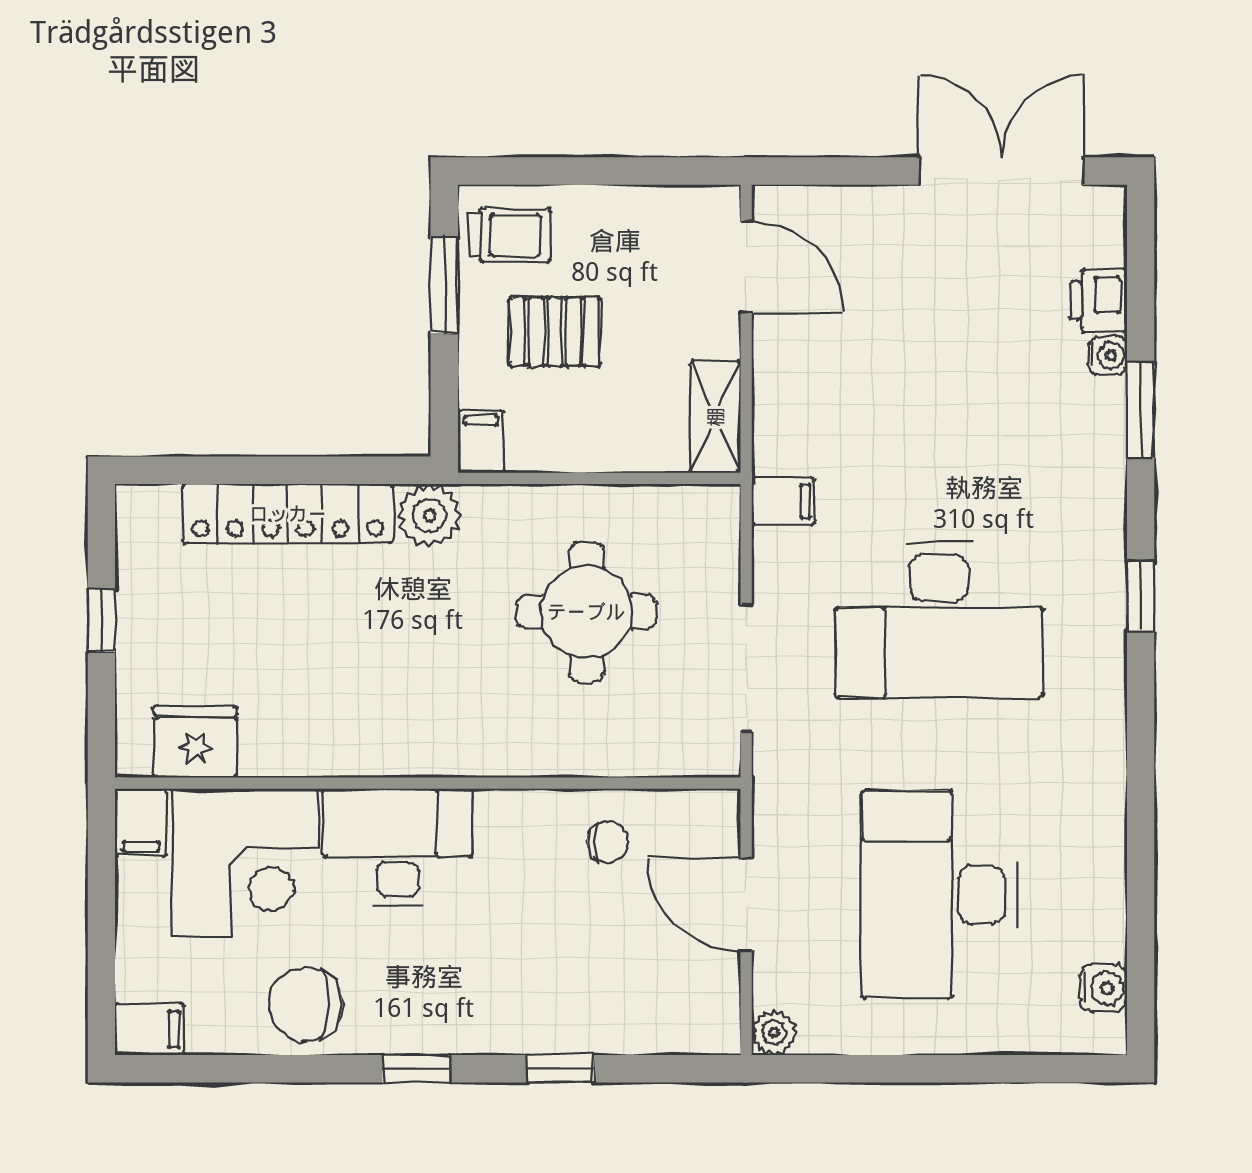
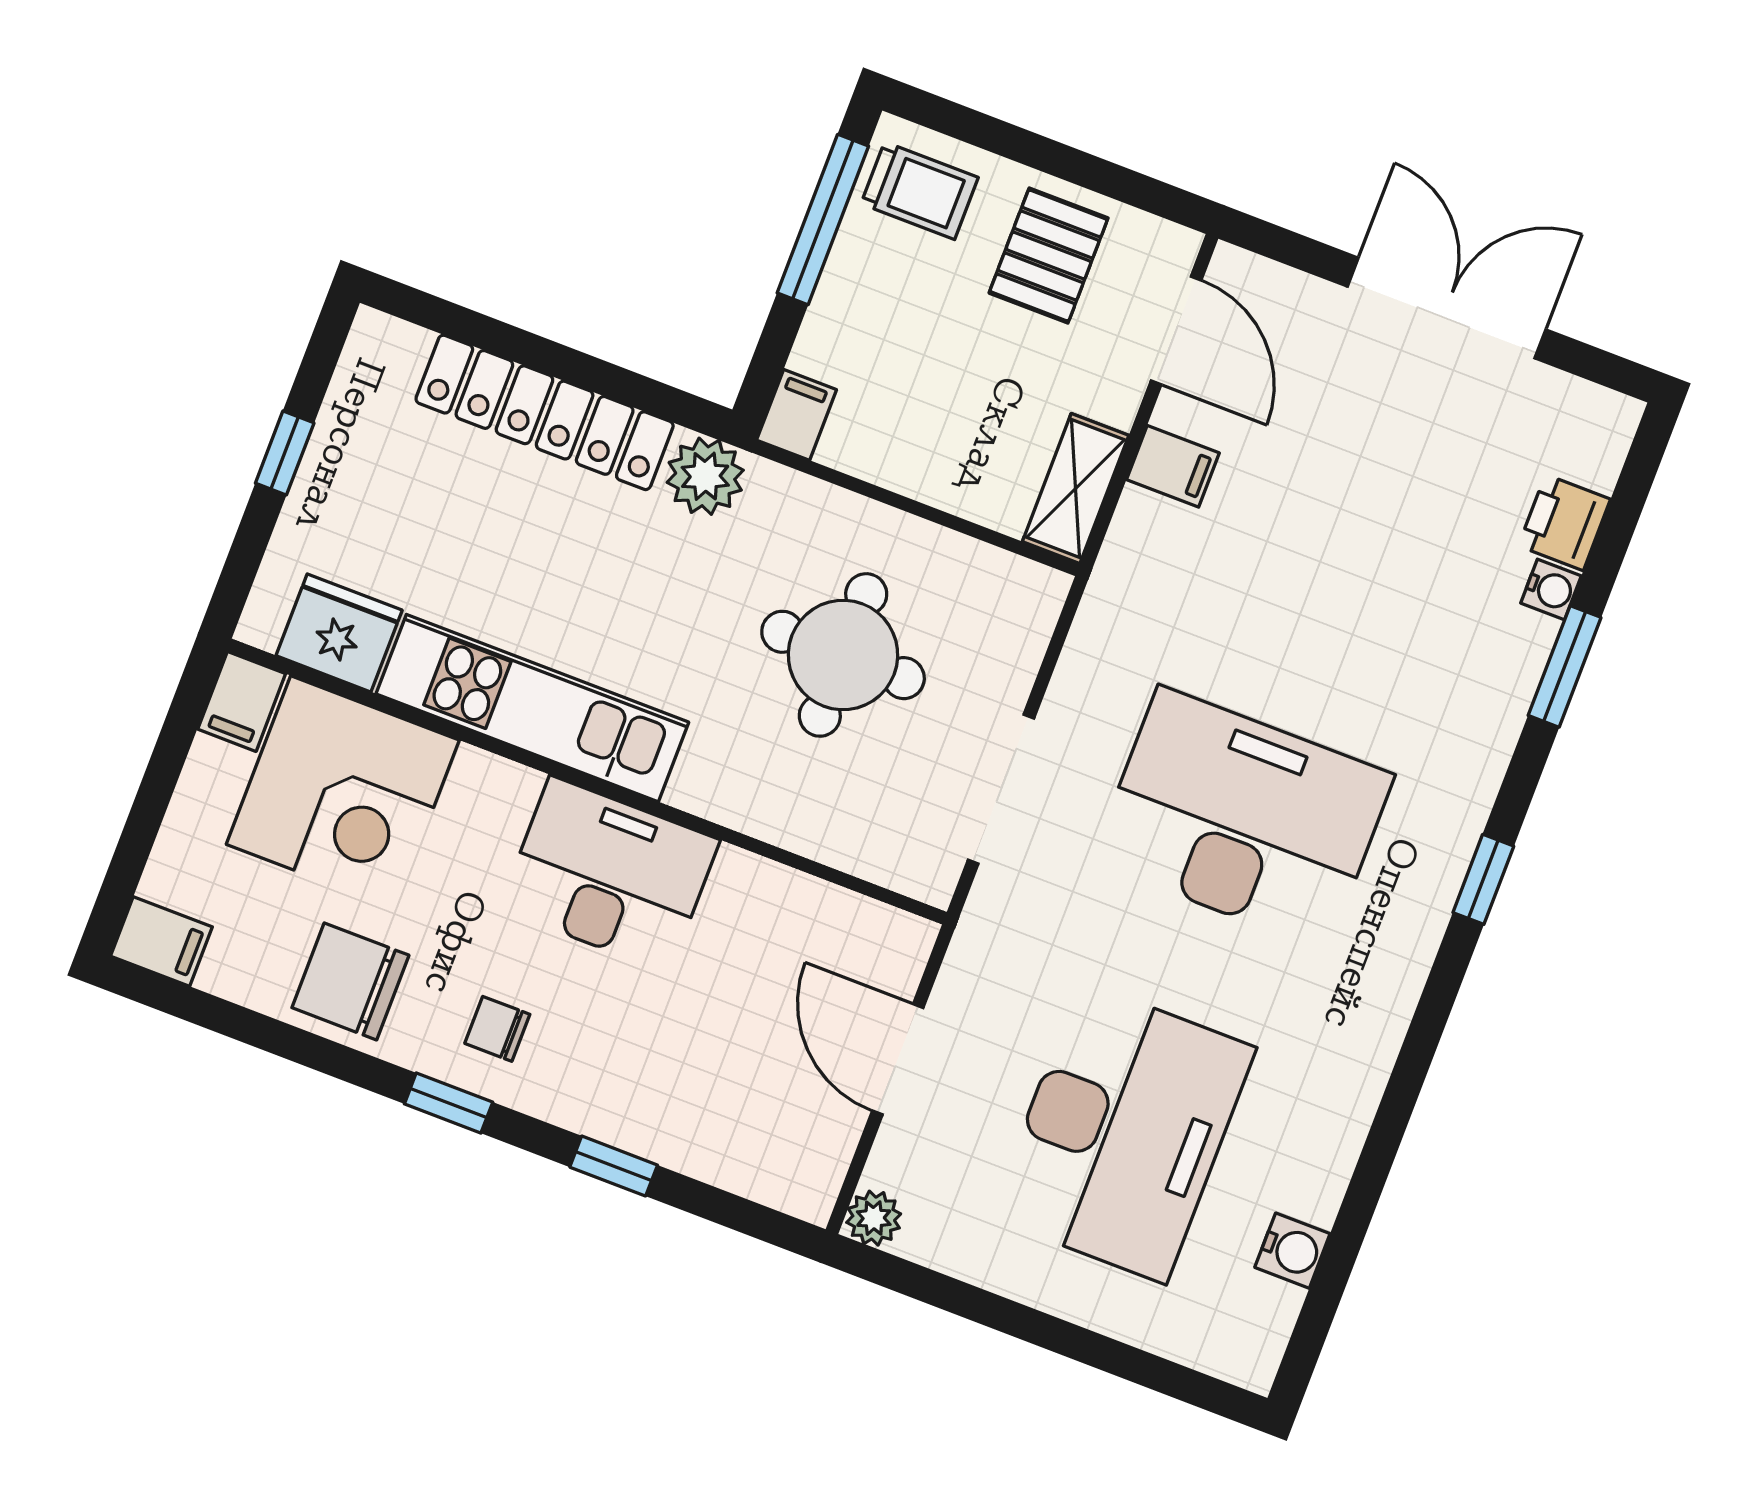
double door: (1001, 171) -> (1447, 308), moved
window: (444, 285) -> (823, 219), width x1.44
pallet: (555, 332) -> (1049, 255), moved, turned 90
filing cabinet: (783, 501) -> (1173, 466), moved
desk: (939, 620) -> (1243, 818), turned 180
kitchen unit: (365, 743) -> (532, 708), added
chair: (608, 842) -> (497, 1029), moved, turned 180
desk: (398, 847) -> (610, 874), moved
desk: (939, 895) -> (1123, 1132), turned 180
water cooler: (1103, 988) -> (1292, 1251), moved

